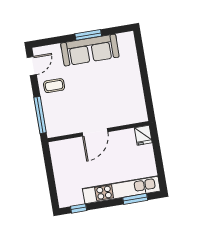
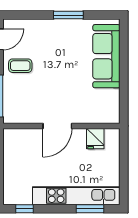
sofa: (90, 50) -> (106, 56), moved, turned 90
fridge: (143, 135) -> (95, 139), moved

